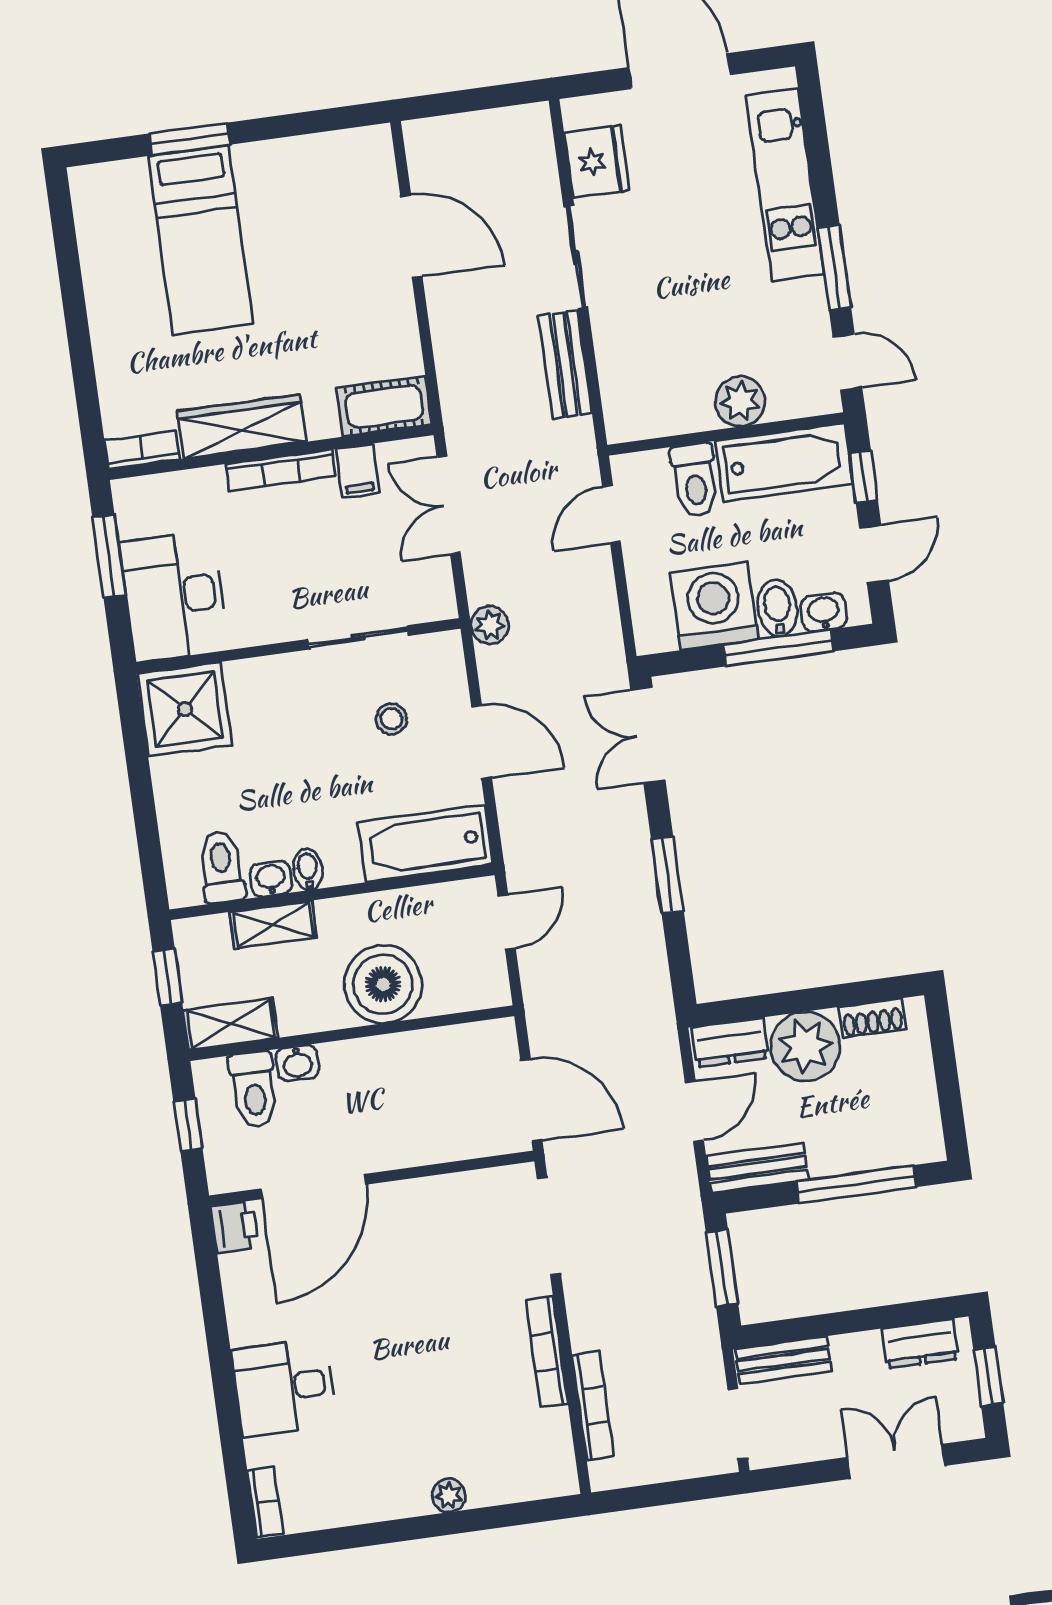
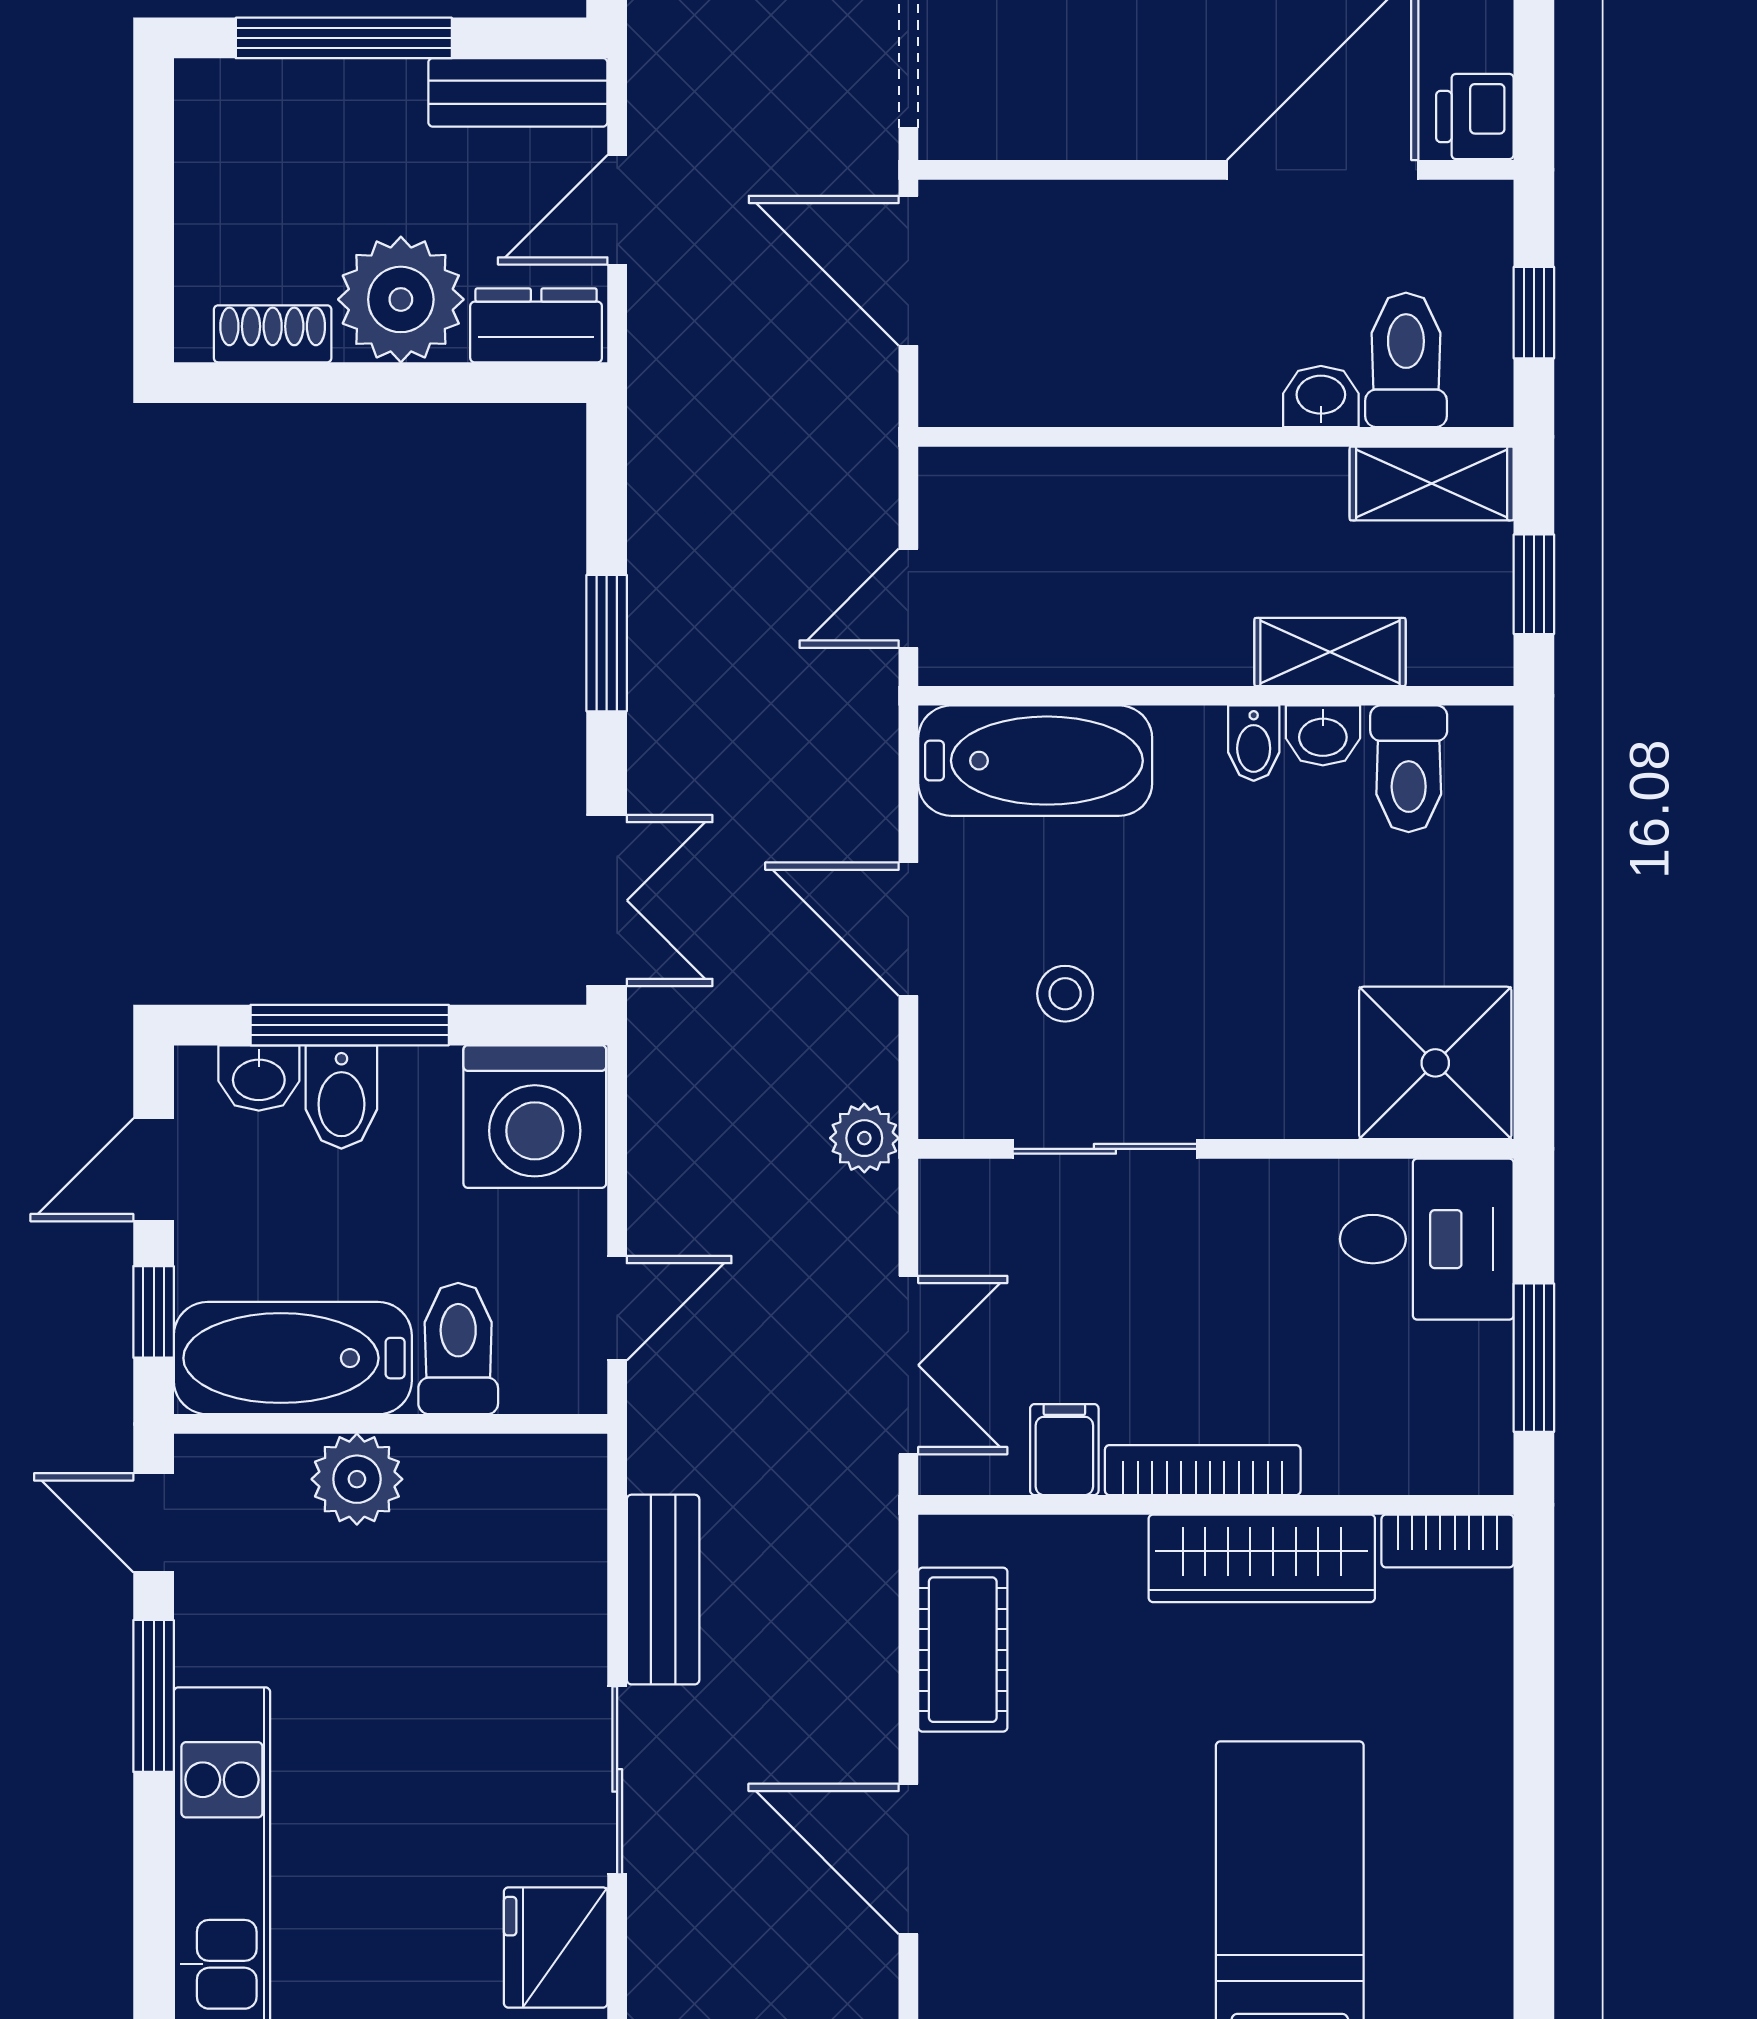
cot: (384, 406) -> (963, 1650), moved, turned 90
desk: (174, 596) -> (1427, 1239), width x0.73
washing machine: (714, 606) -> (535, 1117), moved
boiler: (383, 984) -> (1147, 517), removed

